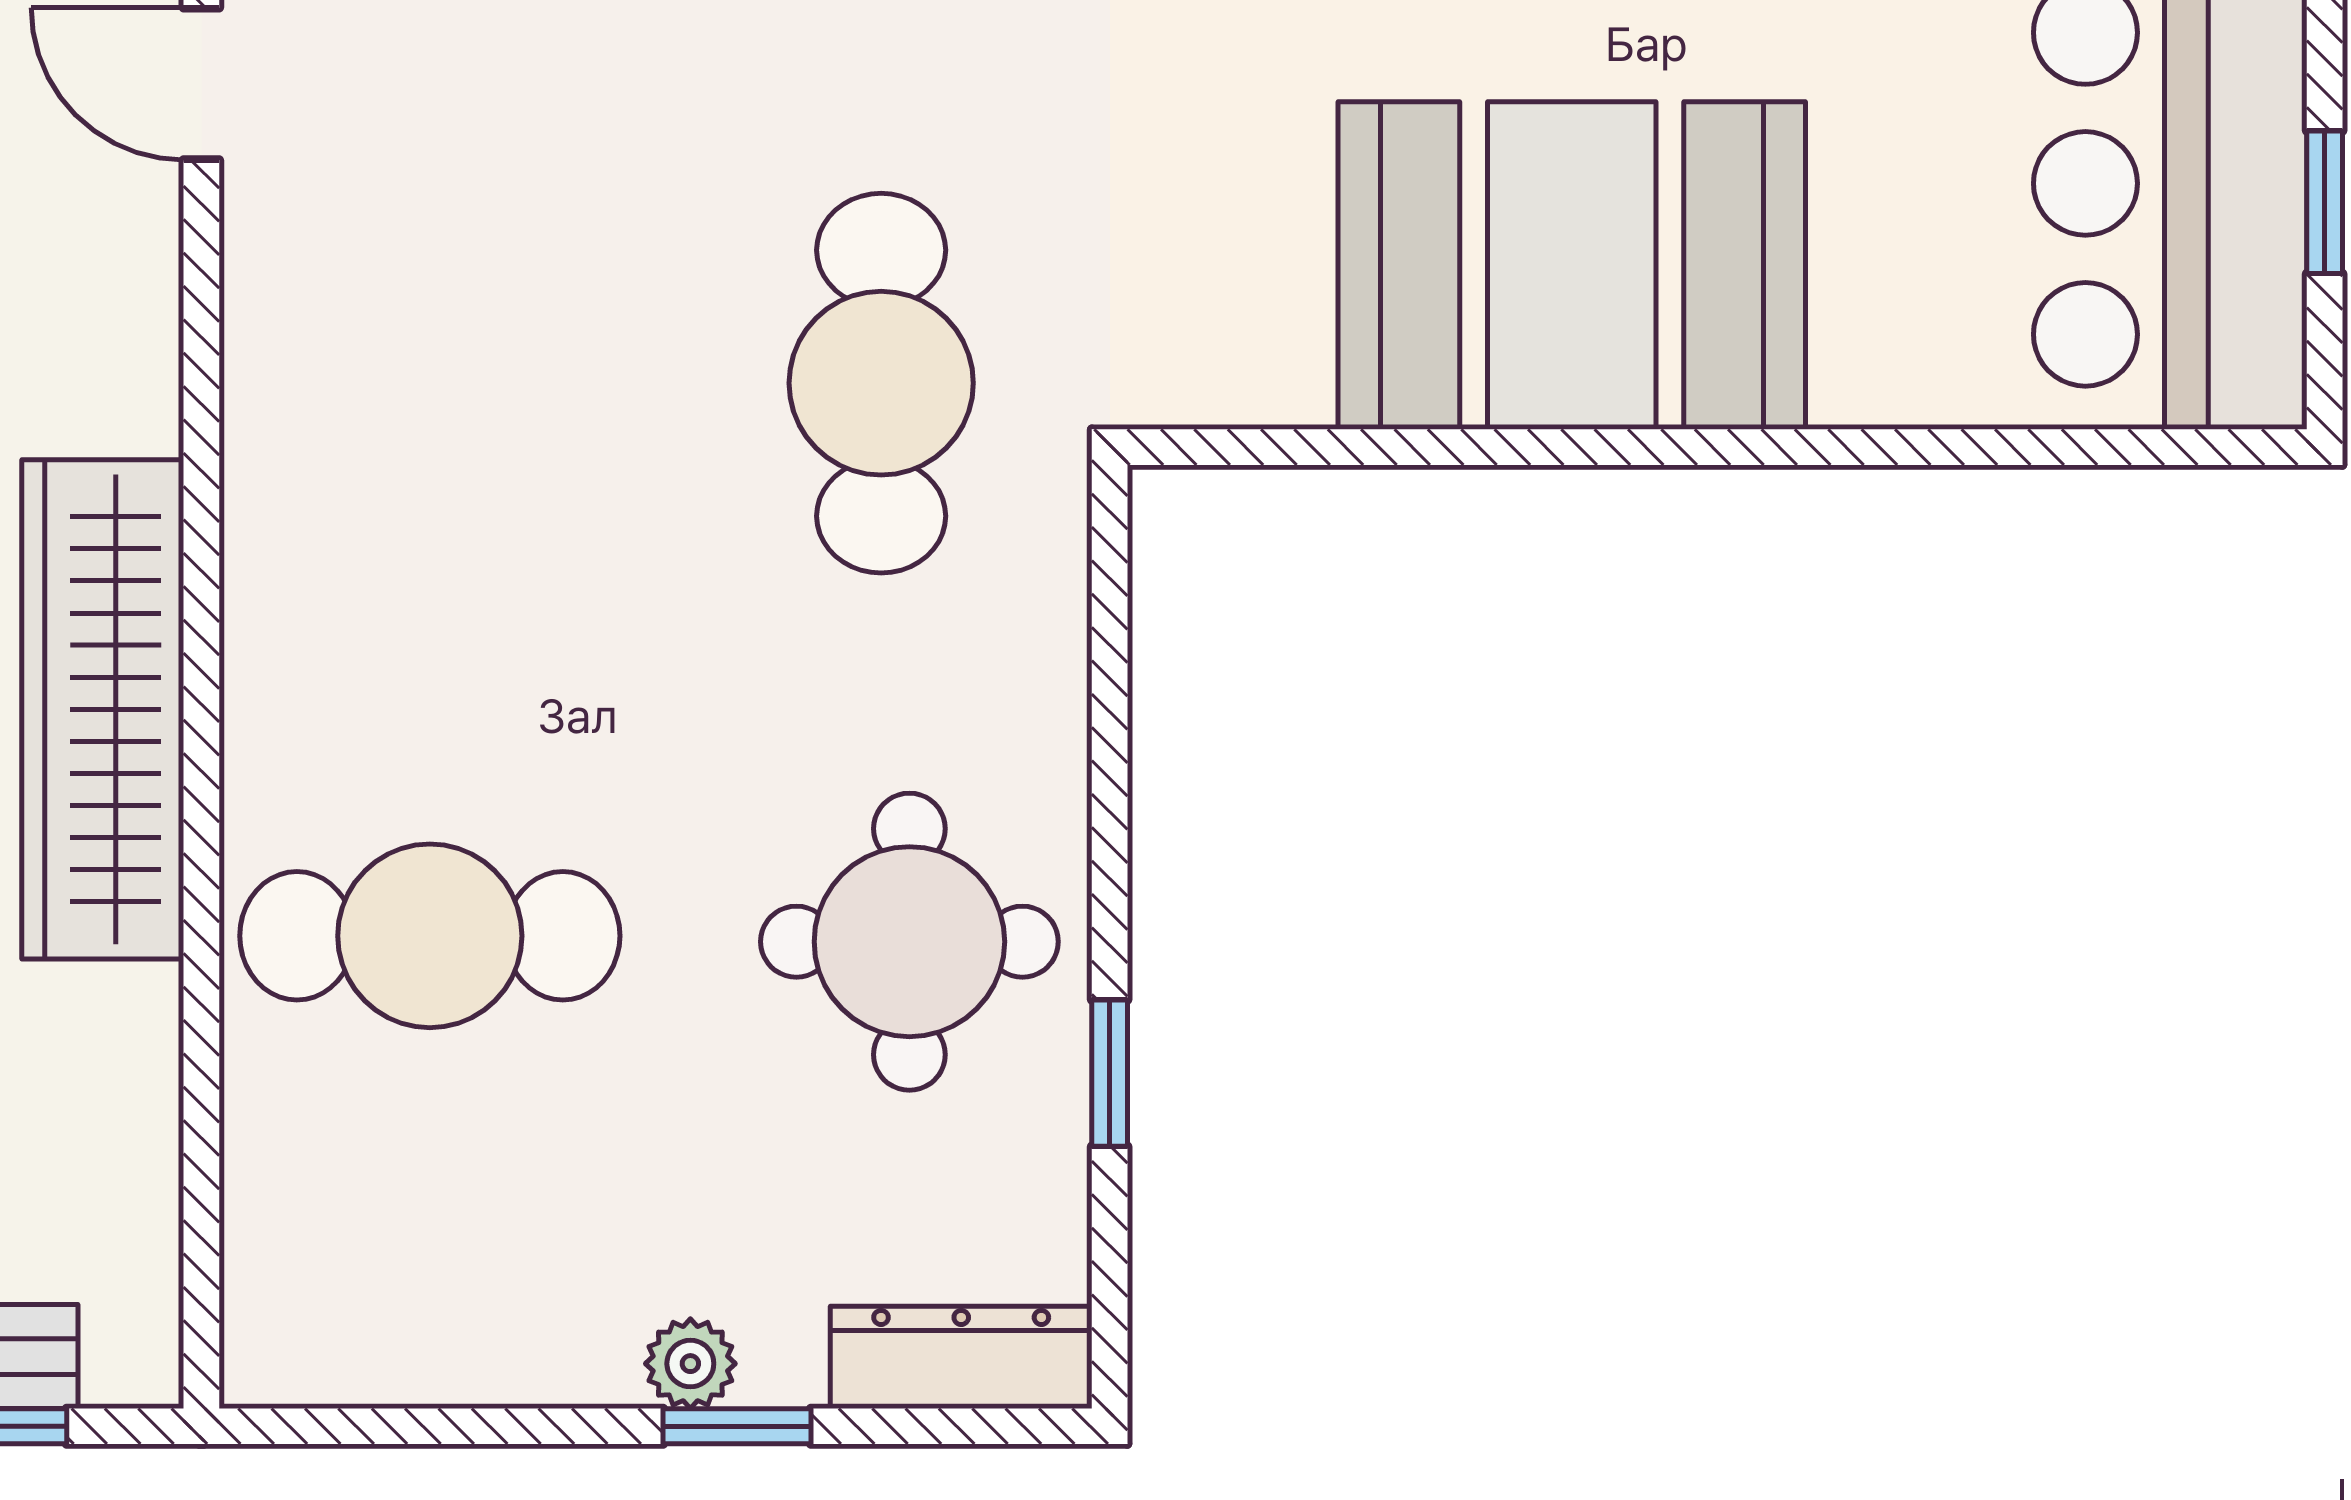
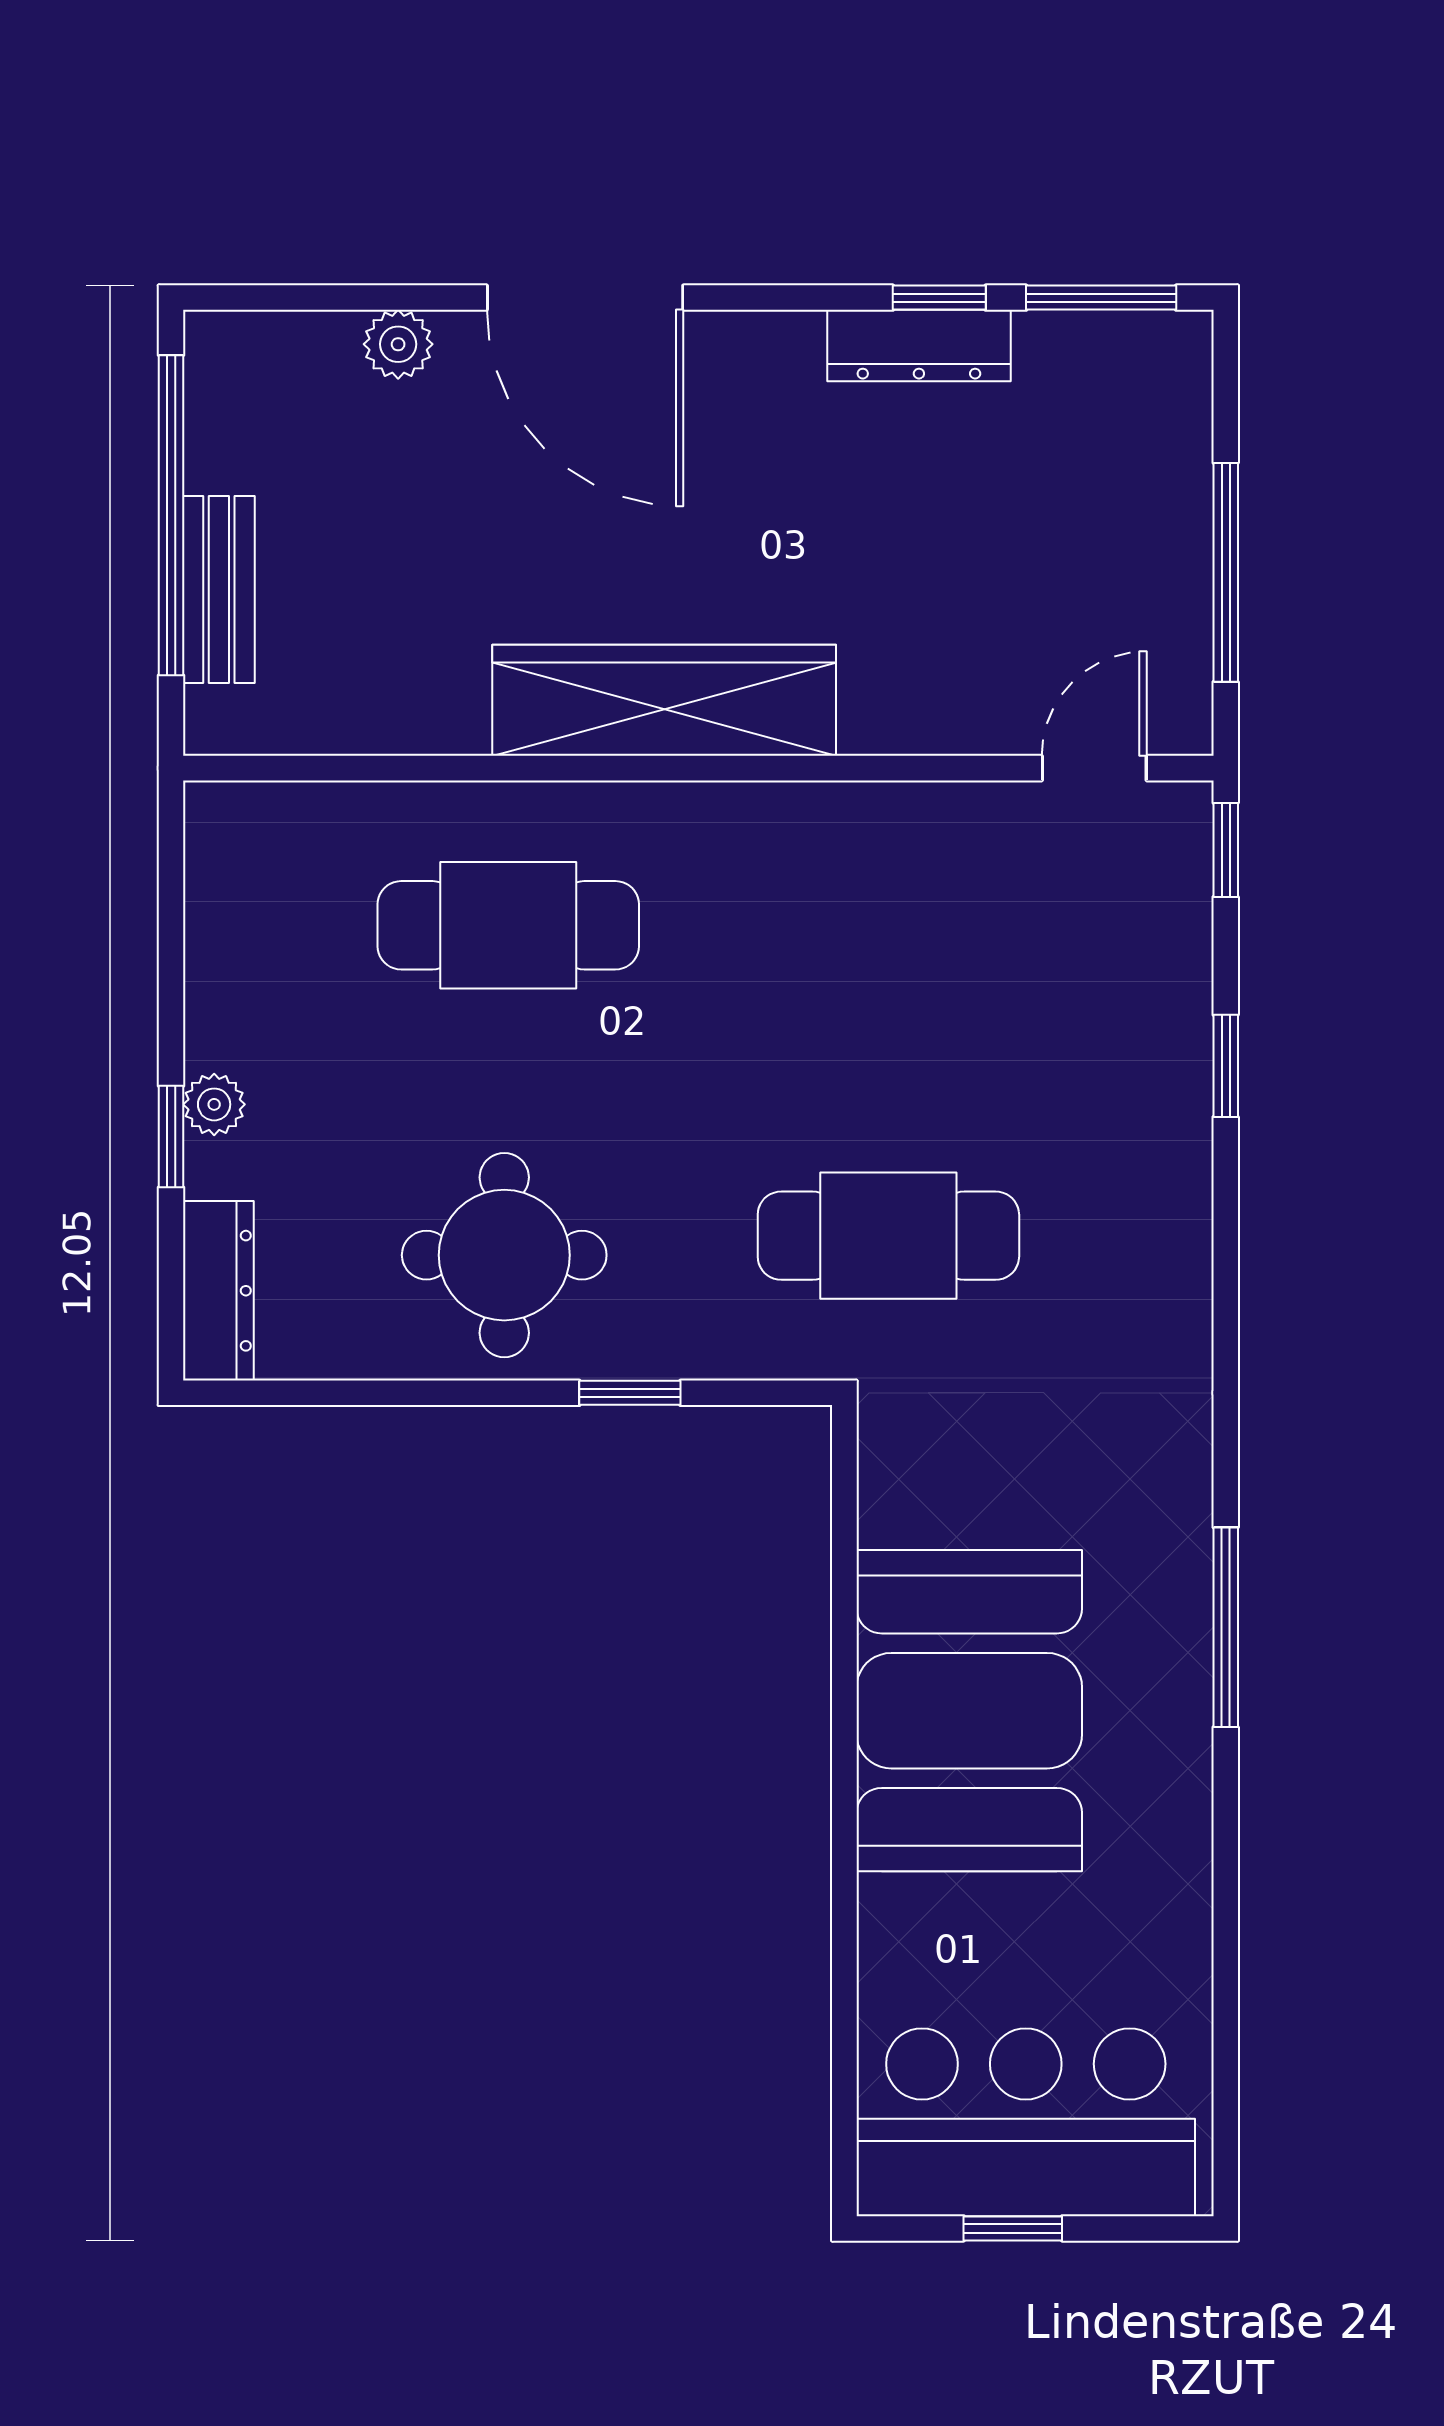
cafe table: (430, 936) -> (508, 925), turned 90
window: (1110, 1073) -> (630, 1393), moved

